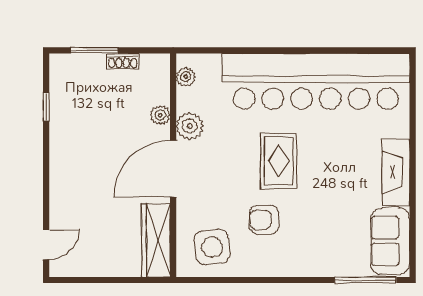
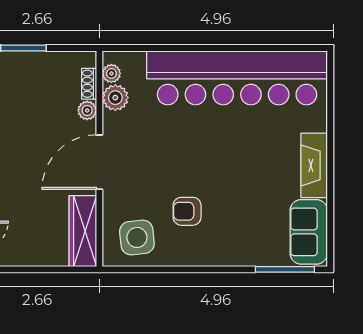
shoe rack: (123, 61) -> (89, 84), moved, turned 90
plant: (190, 126) -> (115, 98), moved
rug: (279, 161) -> (201, 155), removed

